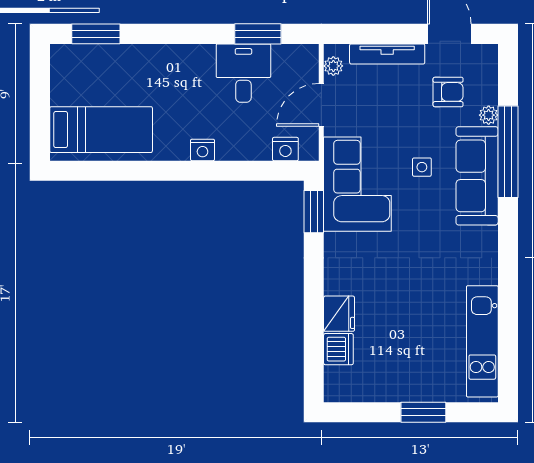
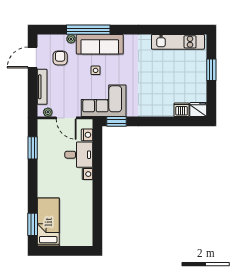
desk: (243, 73) -> (79, 155), moved, turned 180
bed: (101, 130) -> (48, 222), moved
fridge: (339, 314) -> (198, 110), moved

